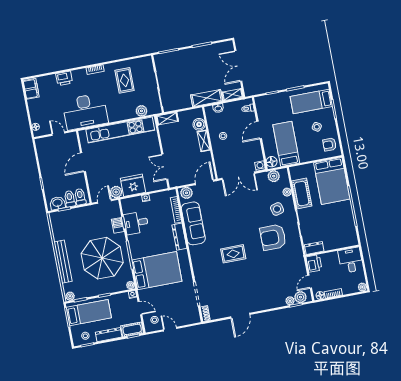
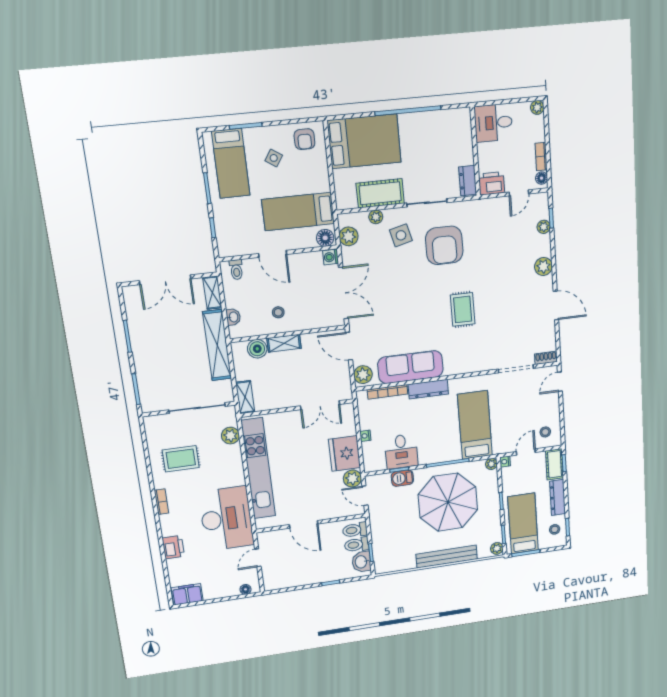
shelving: (207, 98) -> (217, 345), width x1.47
bed: (157, 271) -> (475, 425), width x0.67
door: (310, 282) -> (519, 193), hinge flipped
plant: (300, 297) -> (543, 266), moved
door: (170, 329) -> (560, 382), moved

